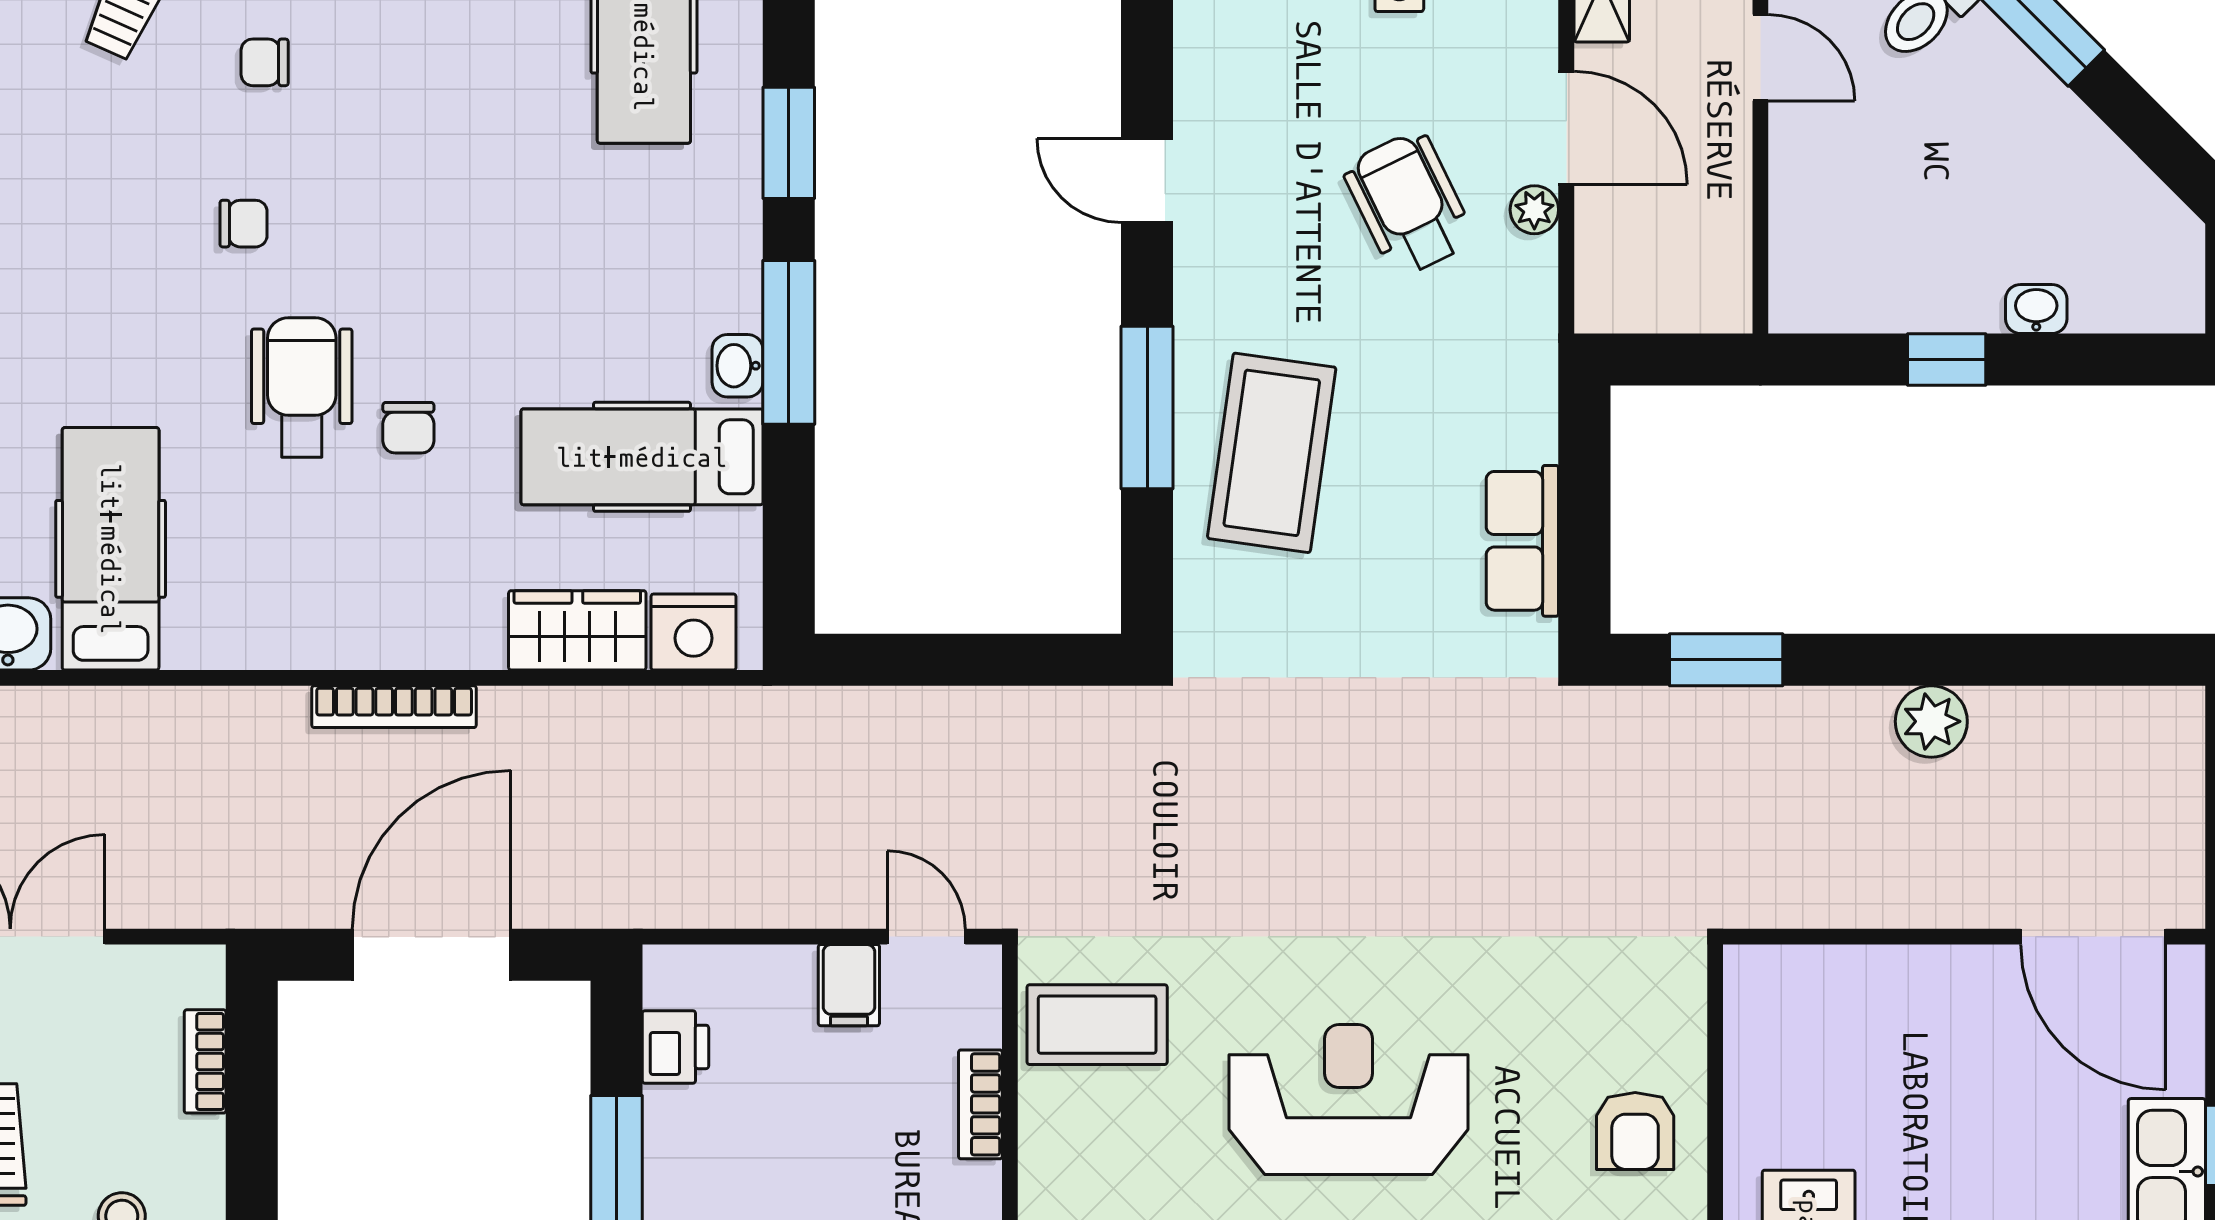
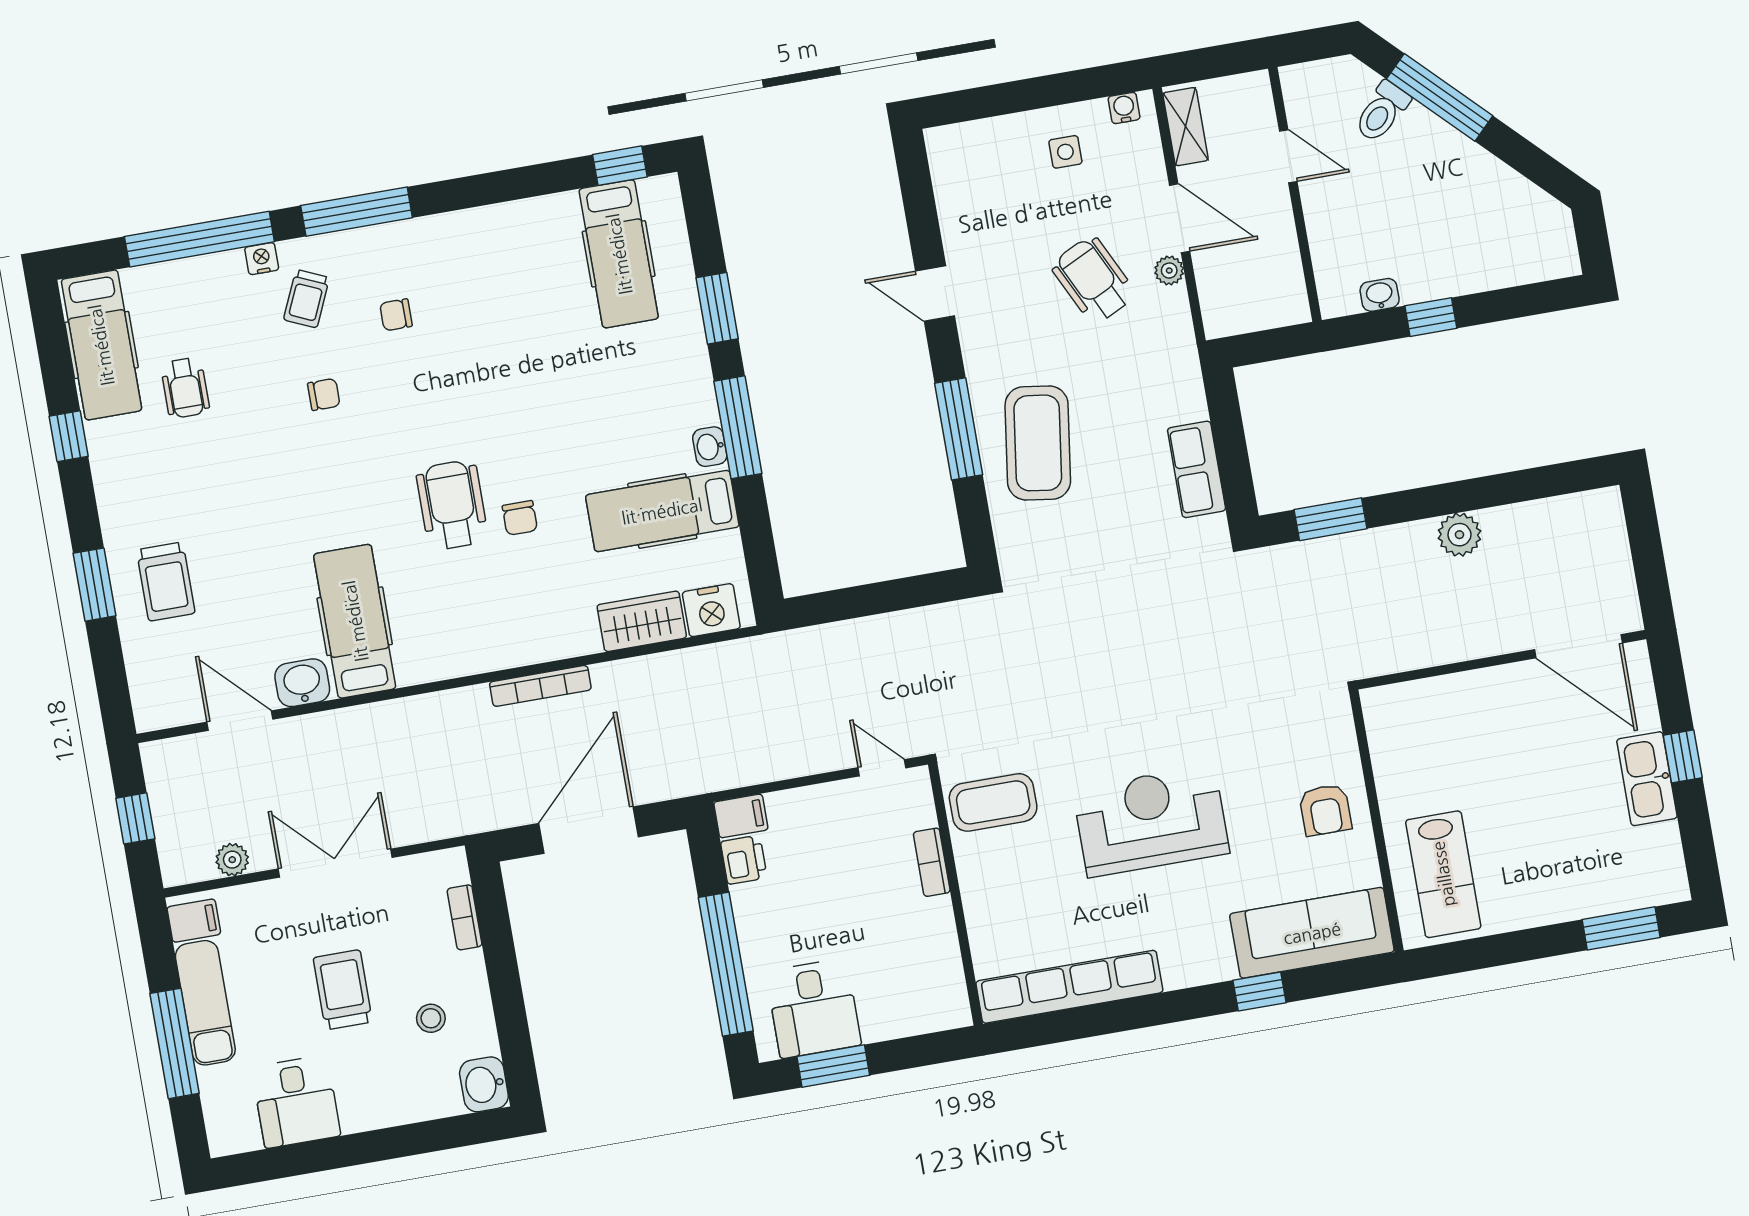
chair: (244, 224) -> (324, 394), moved
washbasin: (2036, 309) -> (1380, 295), moved
filing cabinet: (849, 985) -> (741, 816), moved, turned -90

